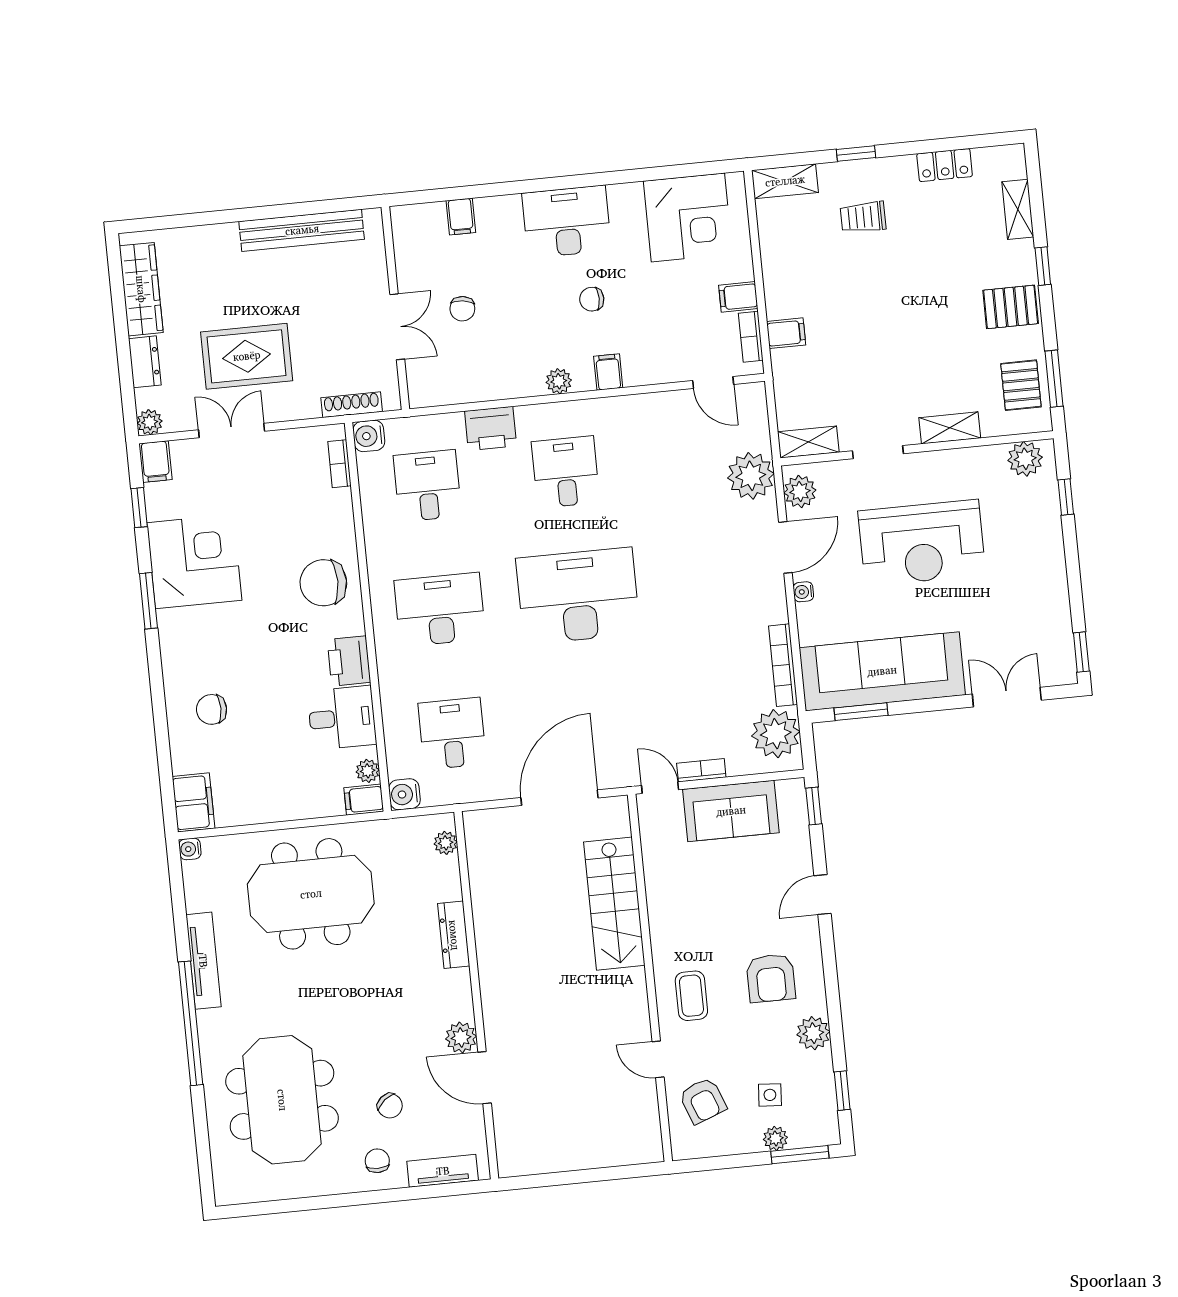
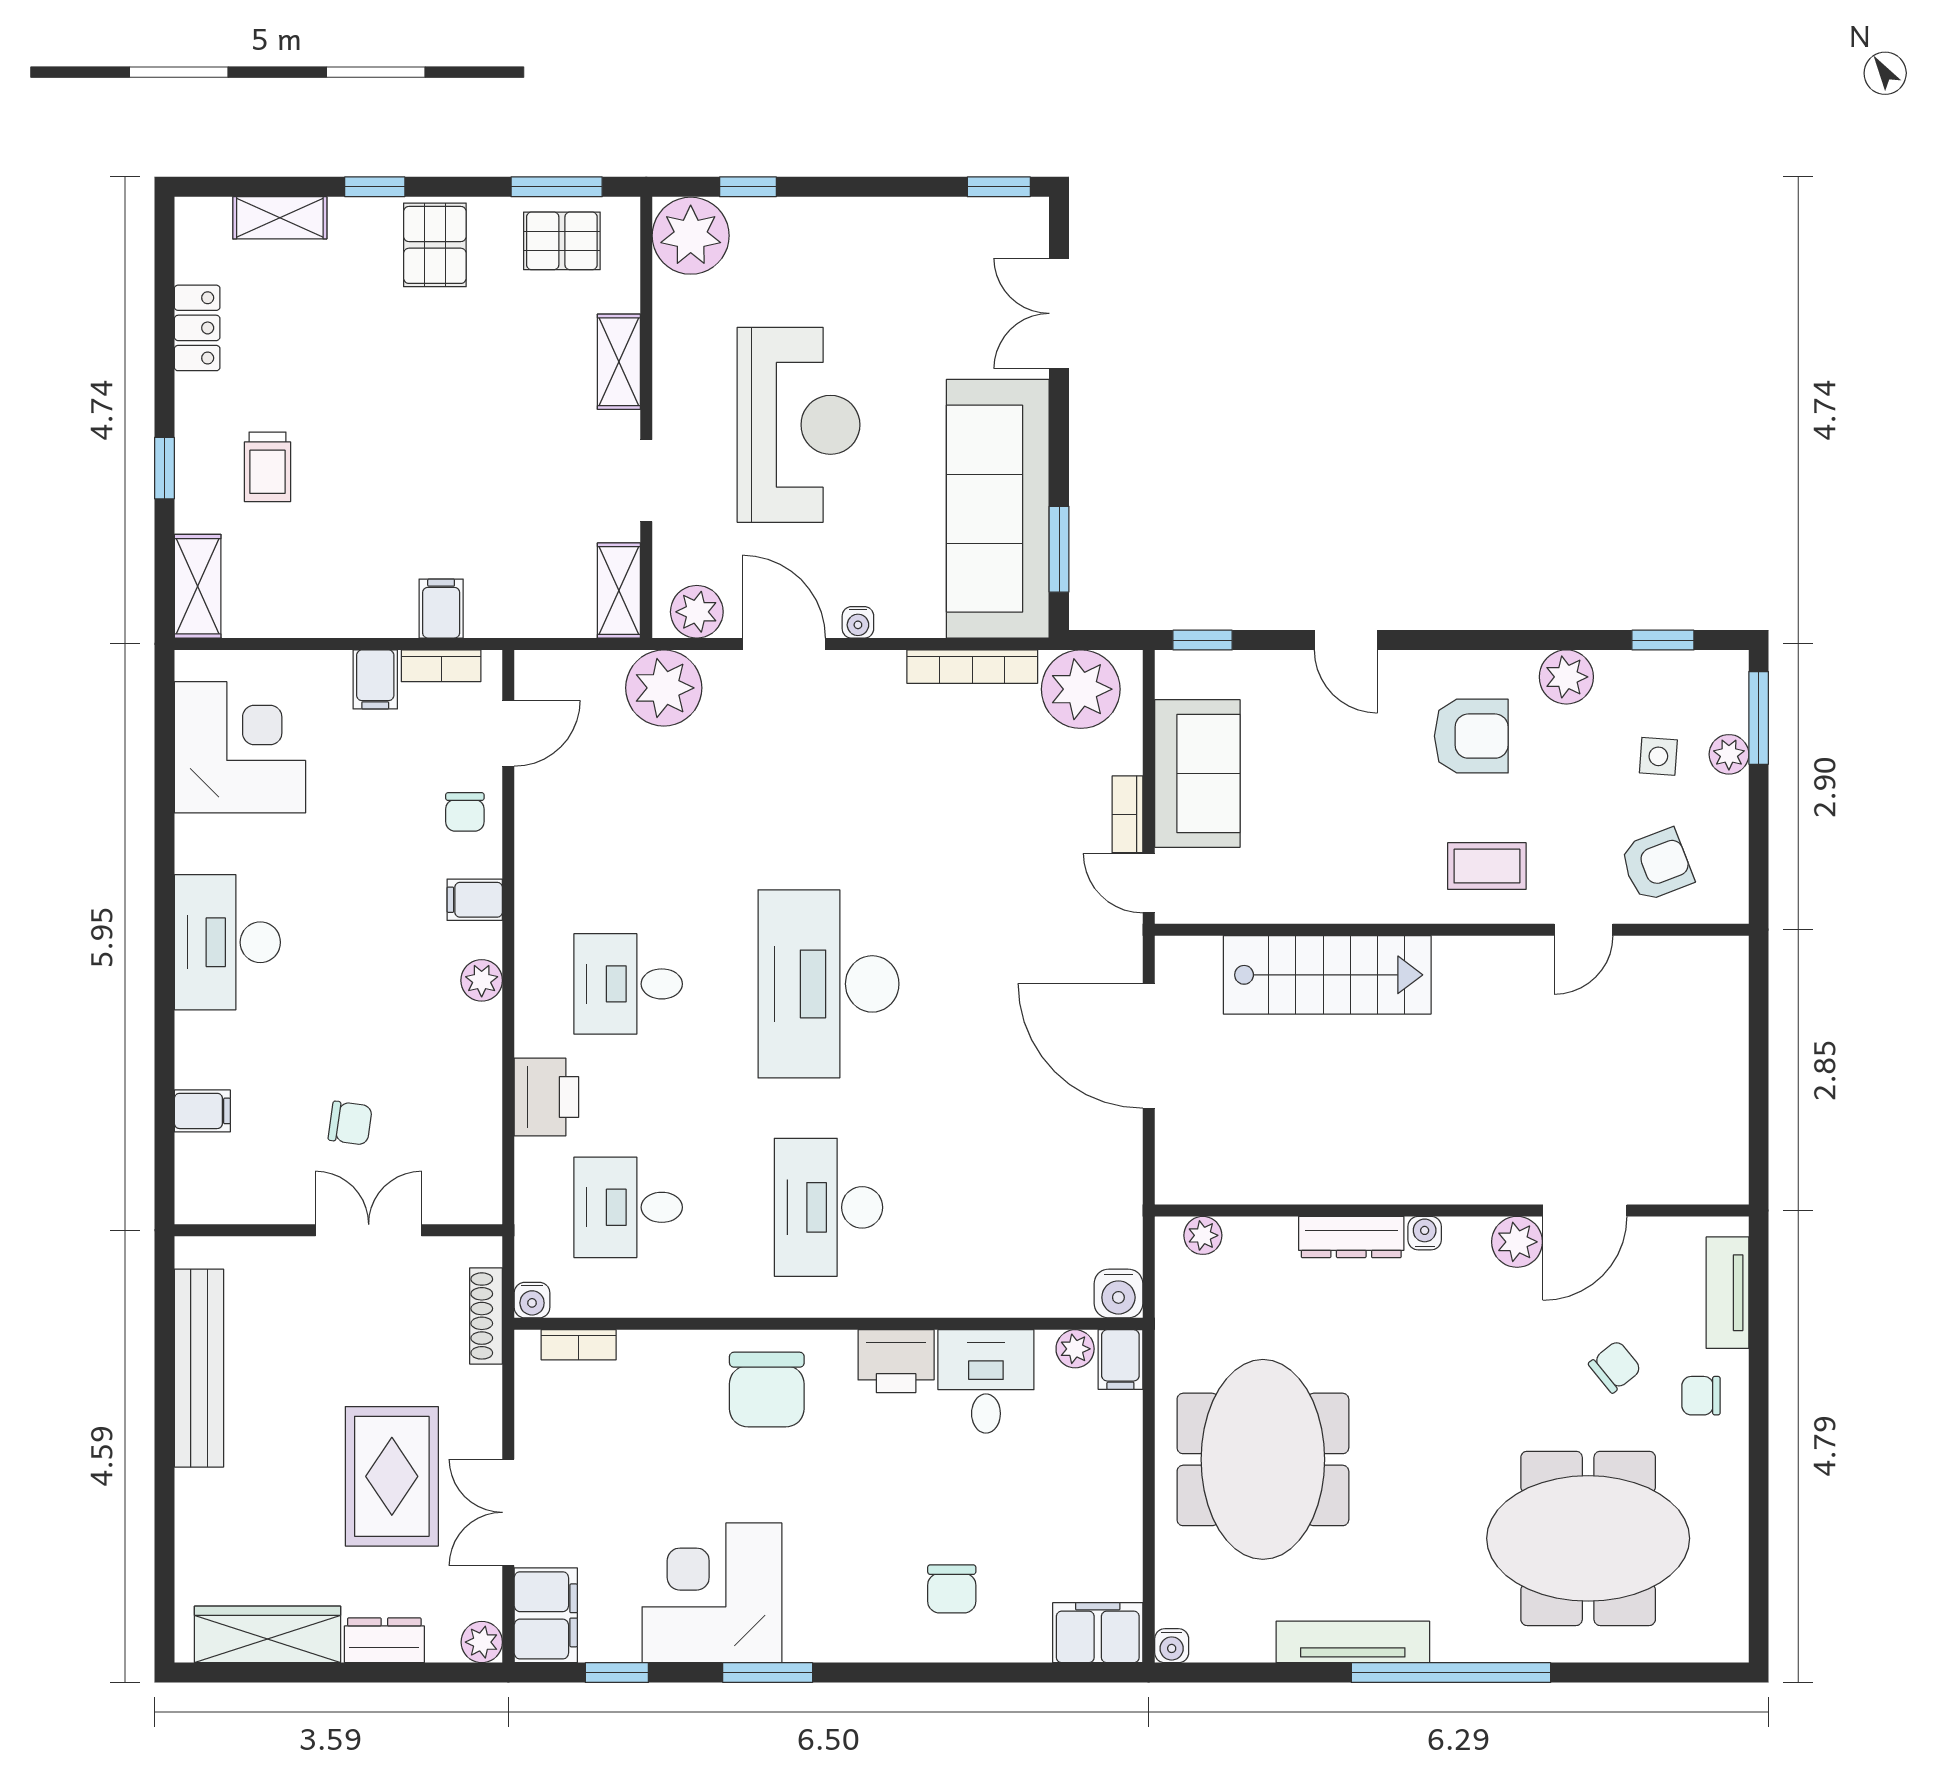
chair: (592, 299) -> (465, 812), moved
water cooler: (369, 436) -> (532, 1300), width x0.72, depth x0.72
plant: (1025, 459) -> (691, 236), width x1.36, depth x1.36
filing cabinet: (155, 462) -> (546, 1615), width x2.00
desk: (452, 734) -> (1029, 1207), removed
door: (660, 788) -> (1149, 883), hinge flipped
water cooler: (461, 980) -> (1425, 1233), added

